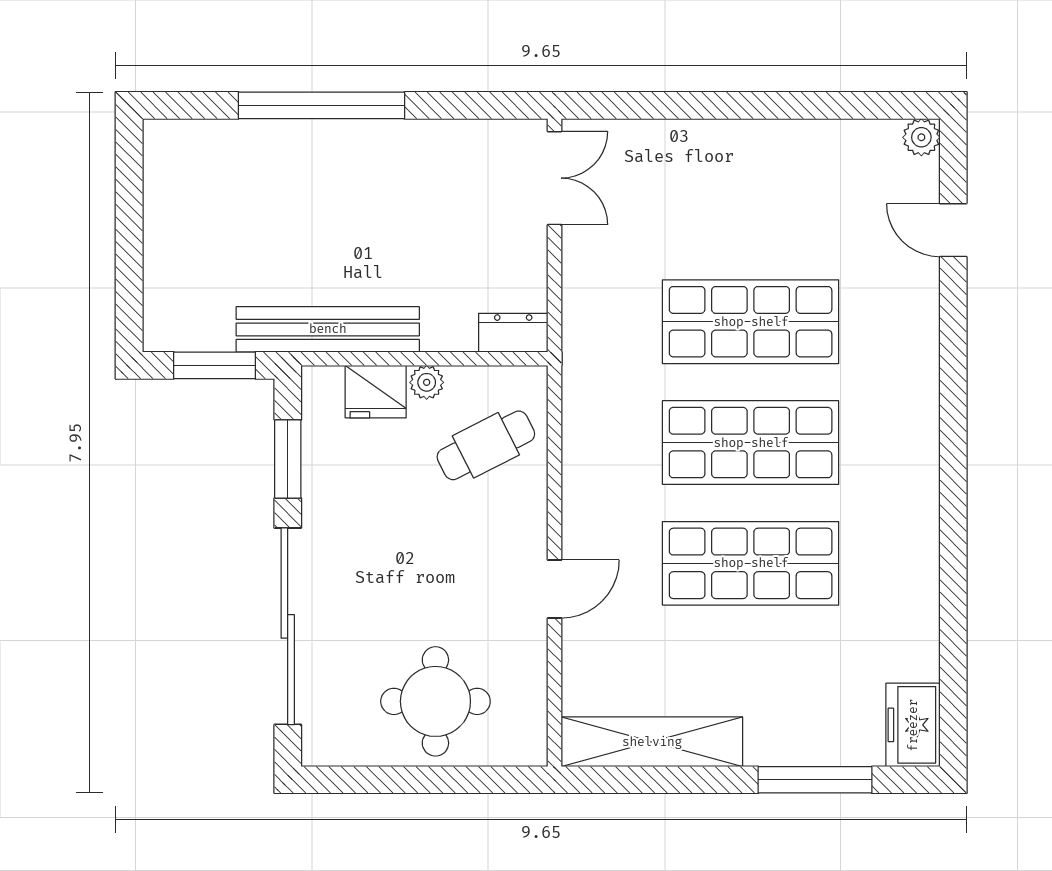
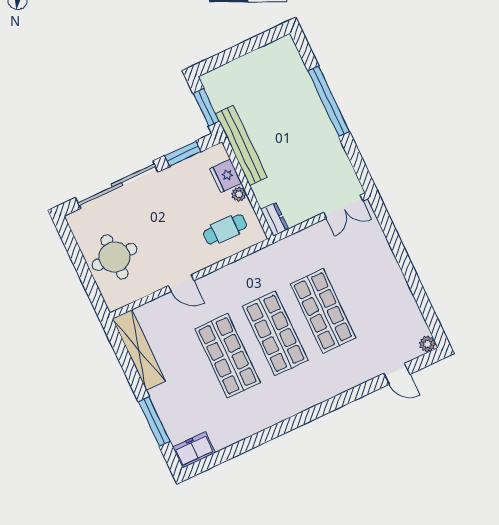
door: (953, 230) -> (397, 374), swing flipped
cafe table: (486, 445) -> (225, 229), turned -63

